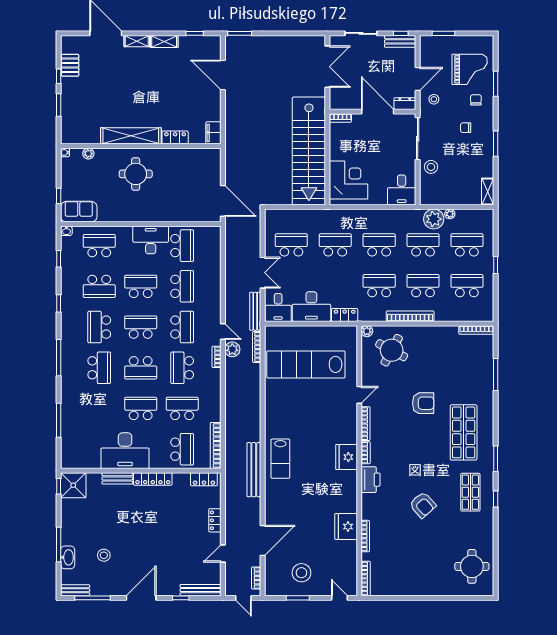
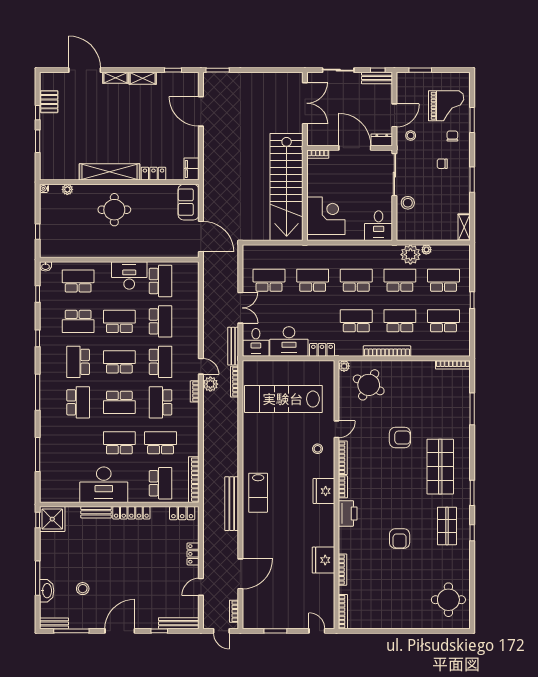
sofa: (79, 212) -> (188, 202), moved, turned -90
armchair: (423, 505) -> (400, 539), turned 42
stool: (301, 573) -> (318, 449), moved, width x0.53, depth x0.53

